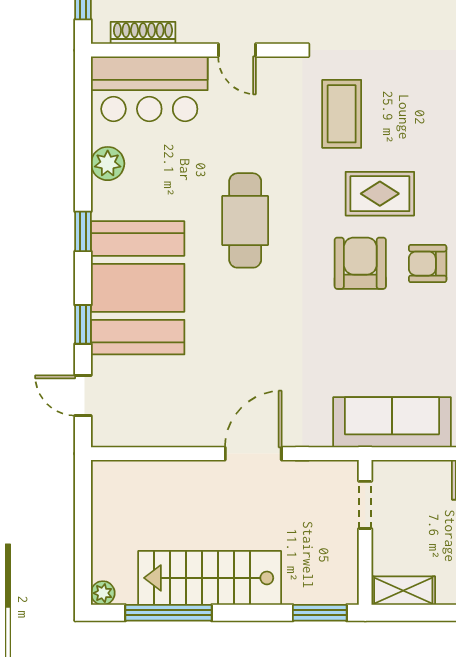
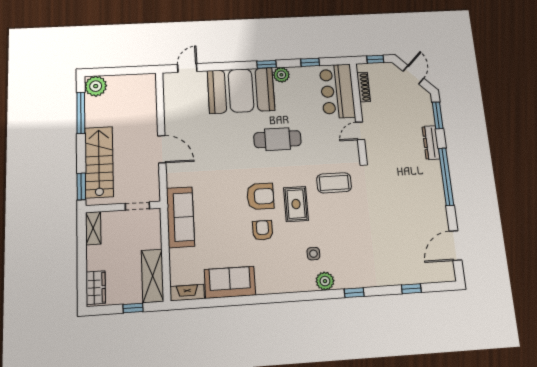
plant: (108, 164) -> (281, 75), moved
window: (83, 324) -> (310, 62), moved
stairs: (210, 578) -> (99, 162), moved
plant: (103, 593) -> (96, 86), width x1.88, depth x1.88

